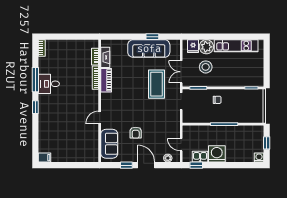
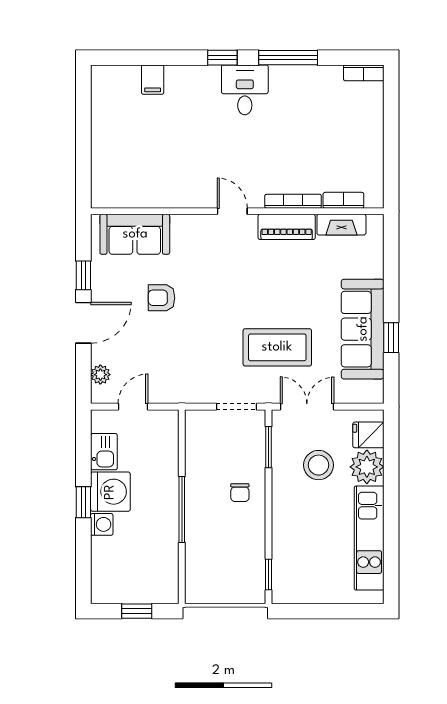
desk: (49, 84) -> (245, 90), moved
door: (100, 118) -> (232, 211), moved
filing cabinet: (45, 158) -> (153, 80), moved
washing machine: (259, 158) -> (102, 524), moved
window: (196, 165) -> (83, 502), moved

